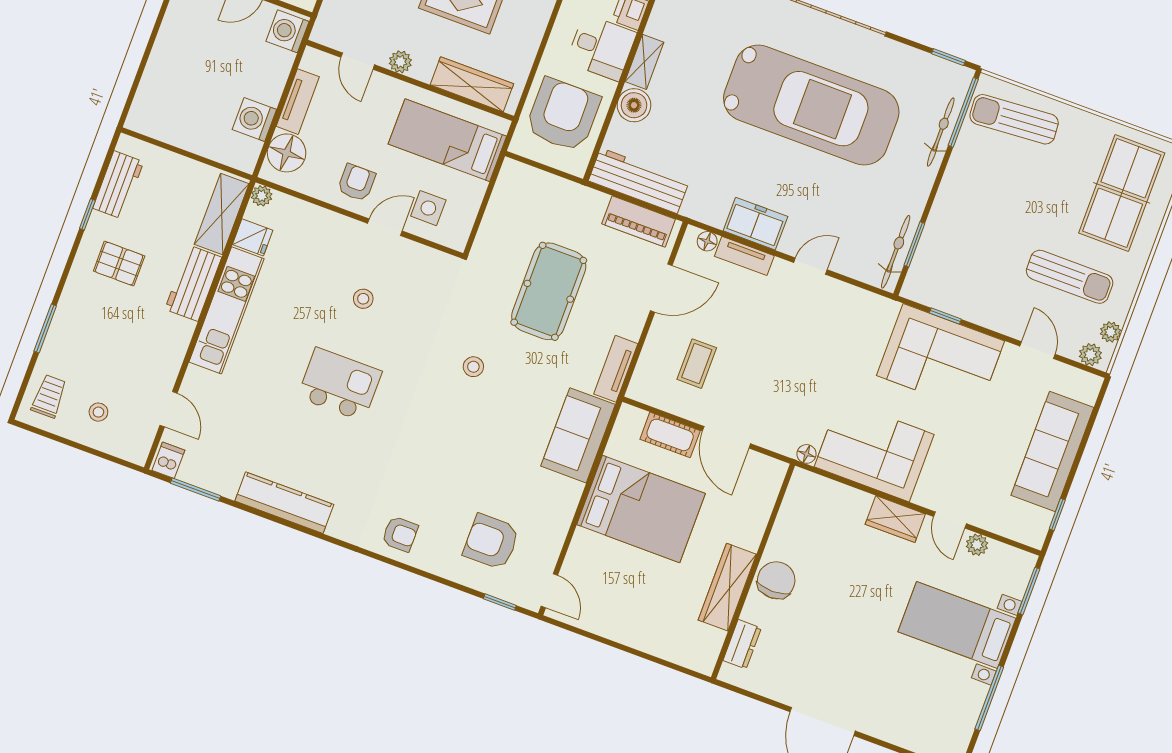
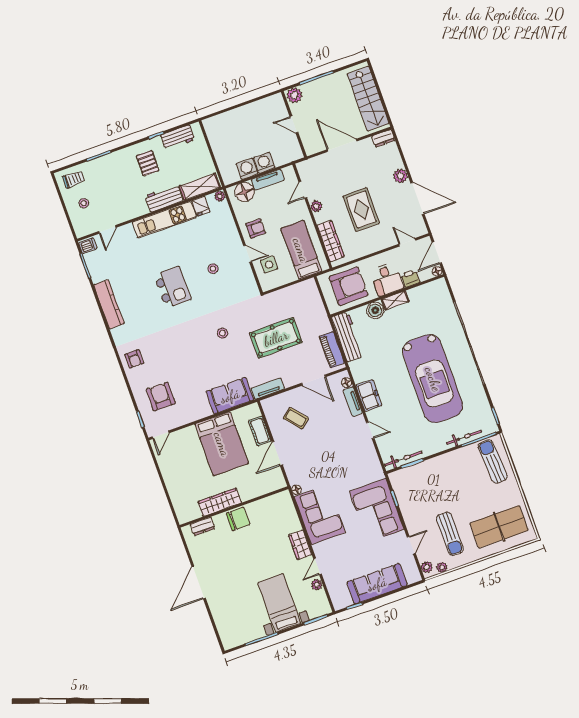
washing machine: (287, 31) -> (264, 163), moved
coffee table: (697, 364) -> (296, 418), turned 50

